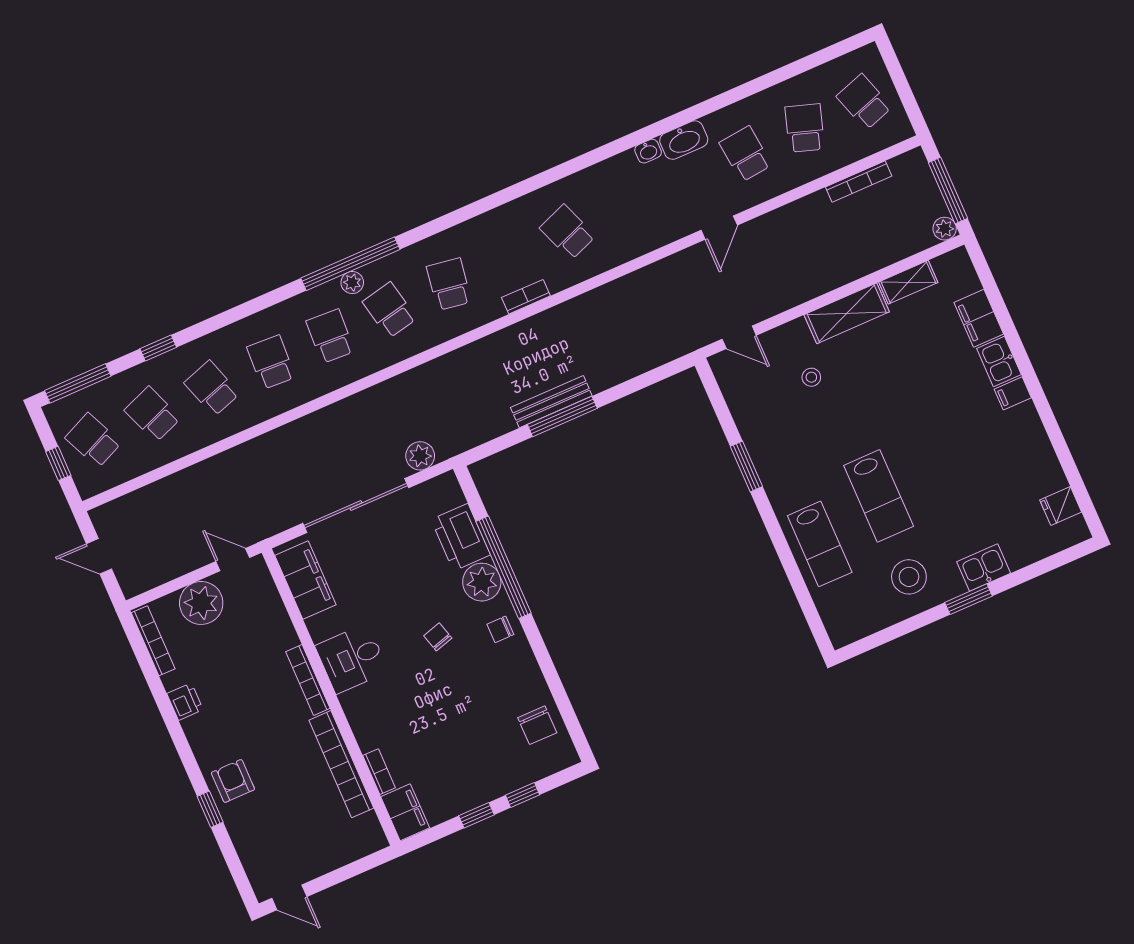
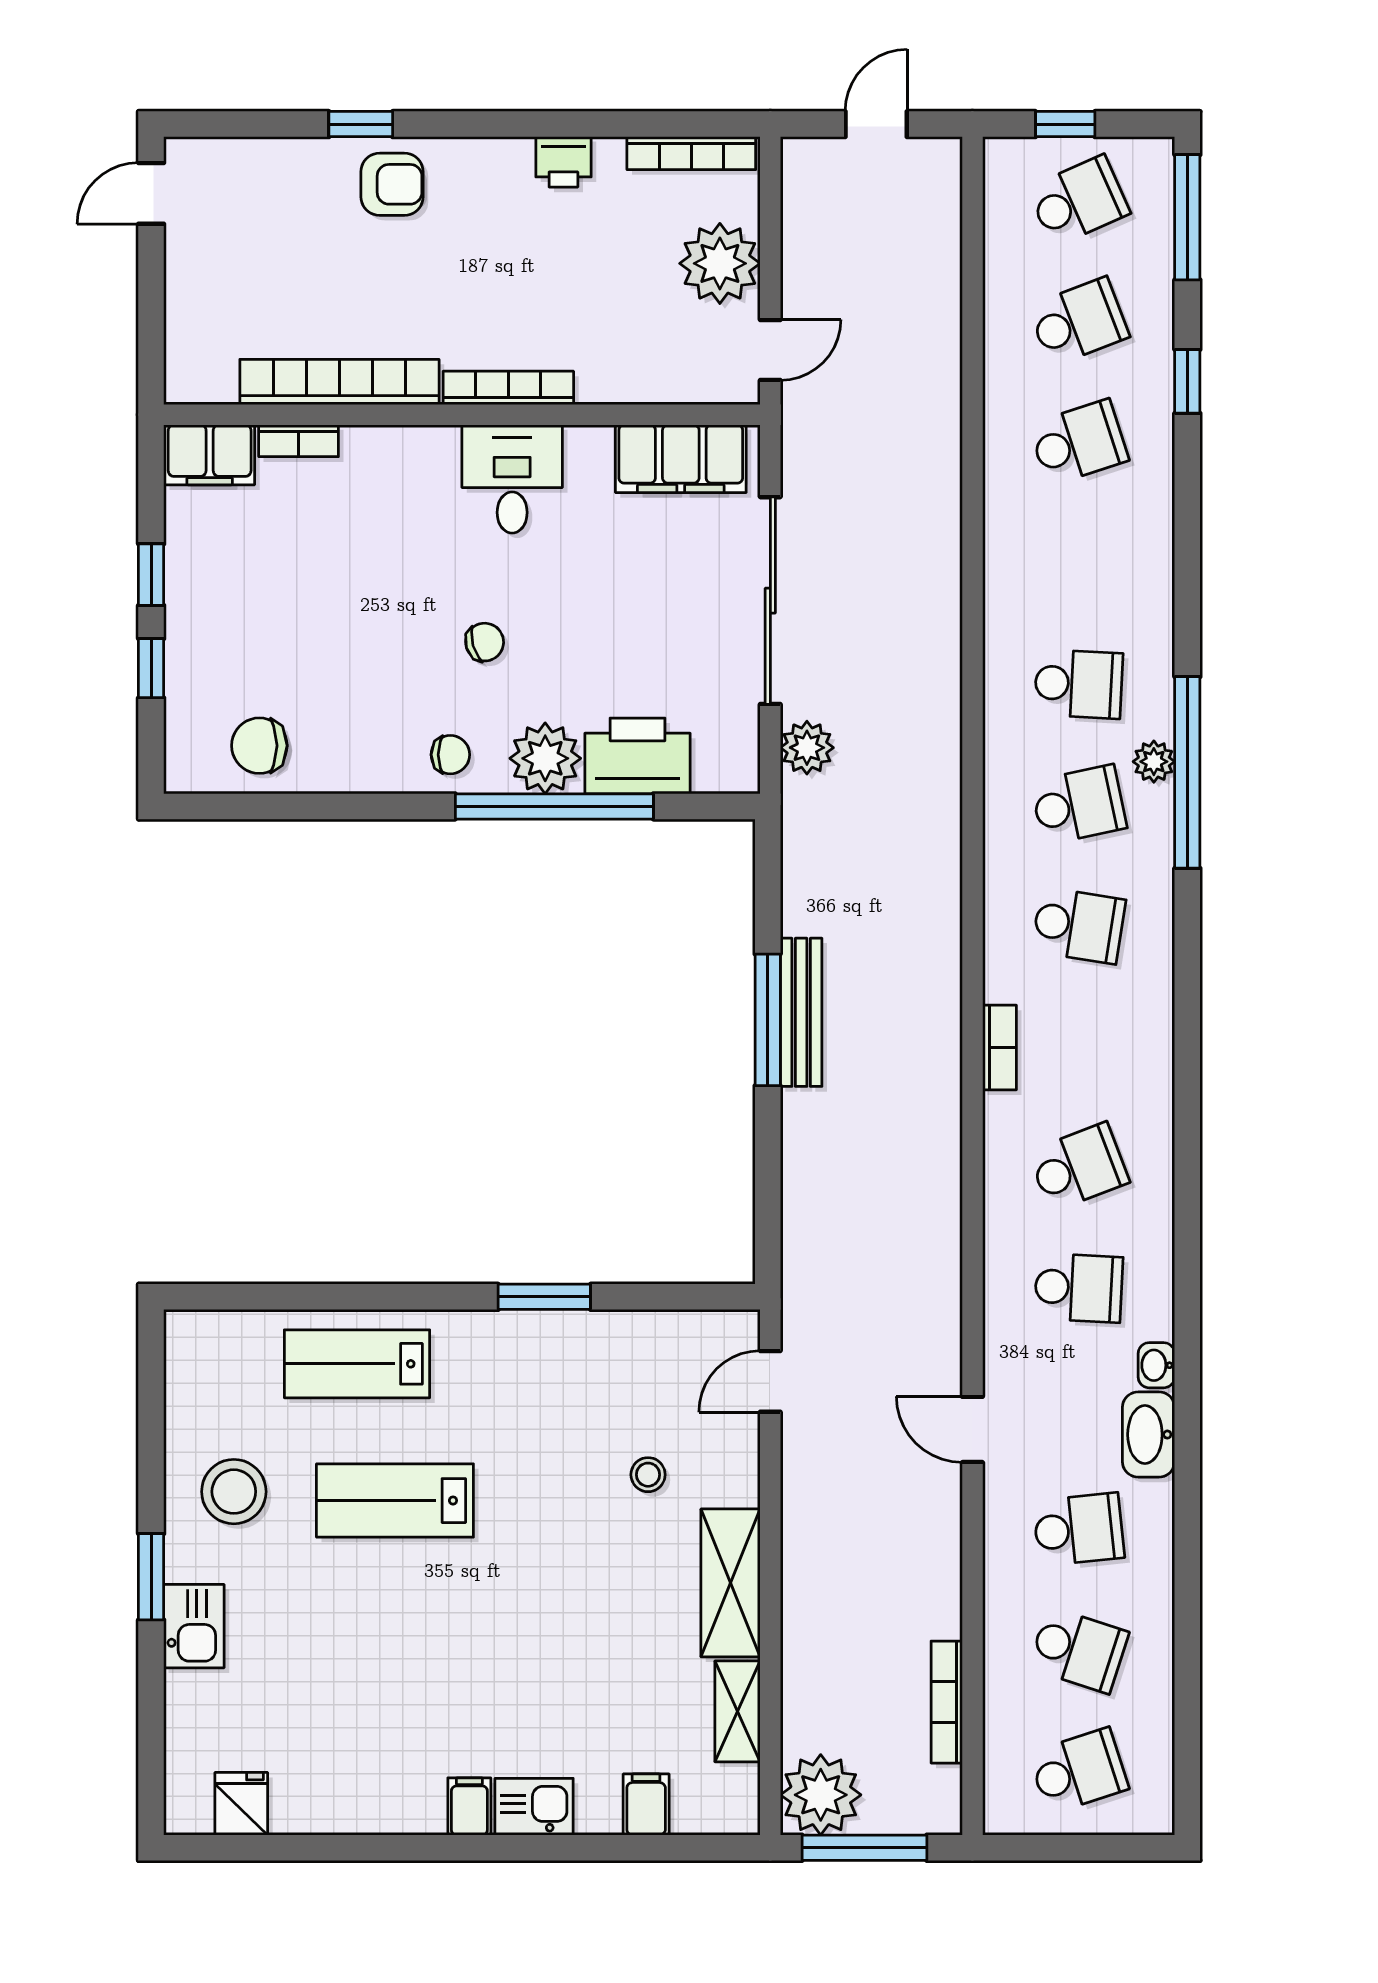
plant: (945, 229) -> (821, 1795), width x1.87, depth x1.87
filing cabinet: (979, 318) -> (646, 1805), width x0.50
school desk: (271, 362) -> (1079, 1288), moved
chair: (500, 629) -> (450, 755), turned 90

